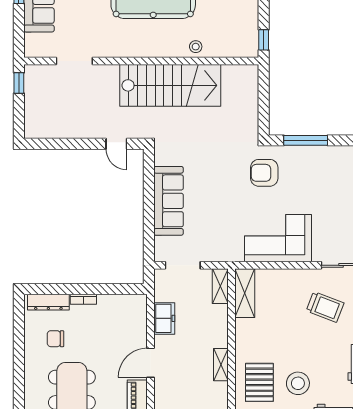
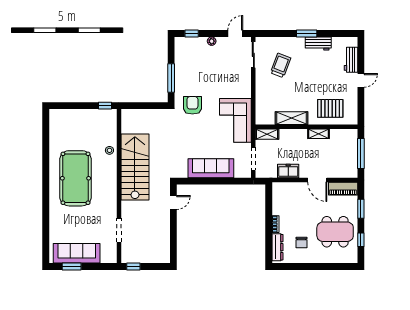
armchair: (264, 173) -> (192, 105), turned 180
corner sofa: (278, 238) -> (235, 120), moved
shelving: (245, 293) -> (291, 118), moved
stool: (298, 383) -> (331, 83), removed

